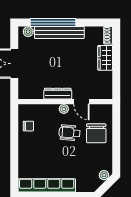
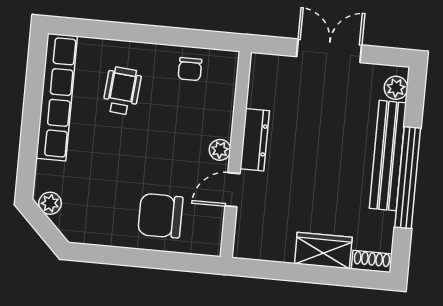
window: (53, 22) -> (408, 178), moved
wheelchair: (70, 133) -> (122, 91), moved
plant: (104, 175) -> (50, 203), moved

